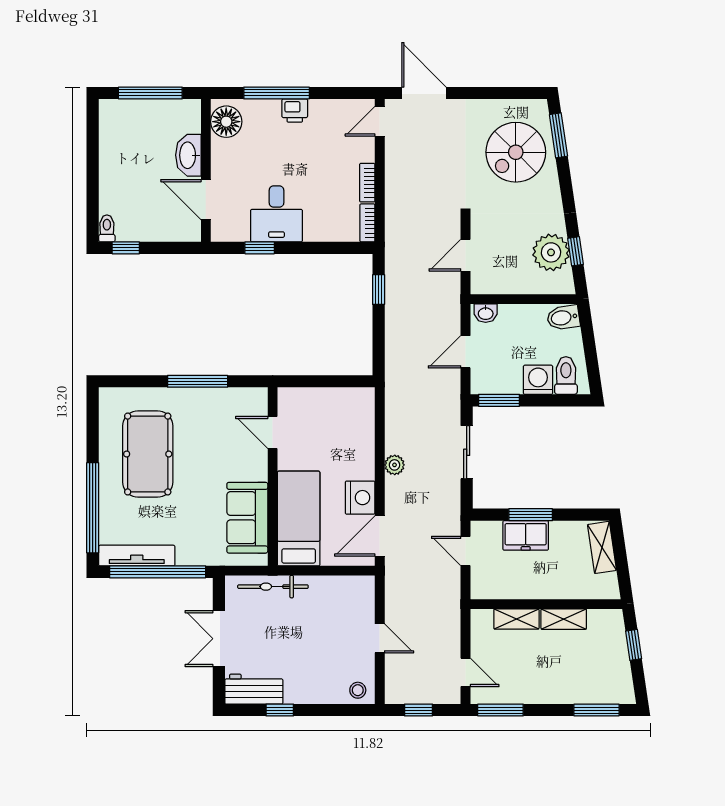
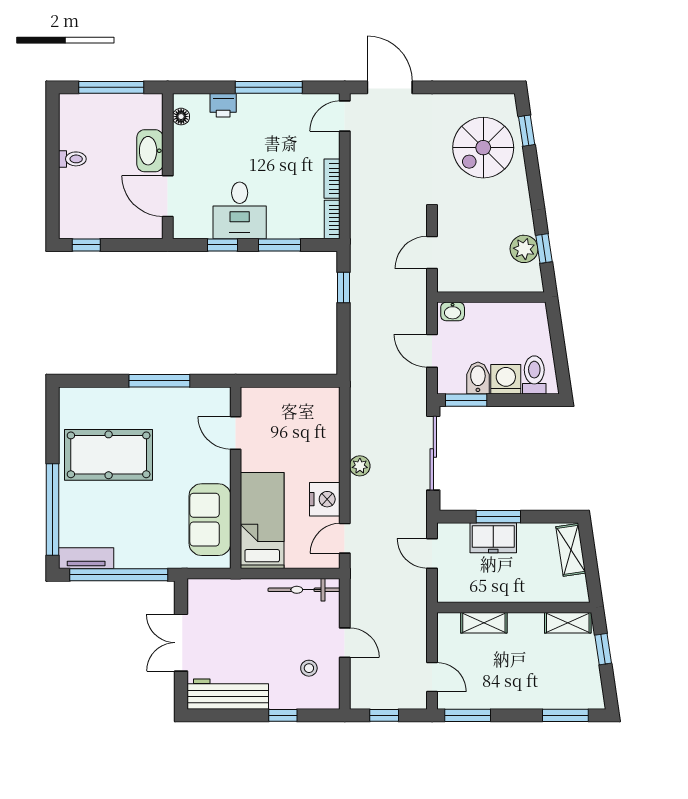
window: (277, 93) -> (269, 87), moved
printer: (295, 111) -> (223, 105), moved
floor lamp: (226, 122) -> (181, 117), width x0.53, depth x0.53
window: (558, 135) -> (527, 131), width x0.67
toilet: (107, 228) -> (72, 159), moved, turned 90
window: (316, 248) -> (279, 245), added
plant: (551, 252) -> (524, 249), width x0.73, depth x0.73
bidet: (563, 318) -> (478, 378), moved, turned 98
door: (466, 352) -> (432, 351), hinge flipped
sliding door: (467, 452) -> (433, 453), width x1.37
pool table: (148, 454) -> (109, 455), turned 90
door: (380, 536) -> (345, 538), width x0.73
tv unit: (137, 556) -> (86, 558), width x0.71
bicycle: (273, 587) -> (304, 590), moved
shelving: (564, 619) -> (568, 623), moved
workbench: (254, 689) -> (228, 694), width x1.38
stool: (358, 690) -> (309, 668), moved
window: (280, 710) -> (283, 715), moved

